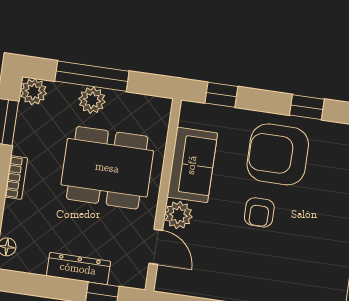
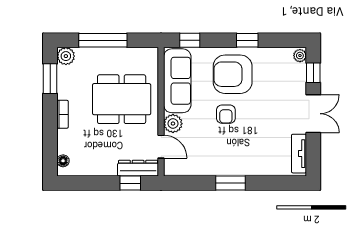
plant: (92, 100) -> (105, 56), removed
sofa: (192, 165) -> (177, 81), width x1.36
dresser: (78, 269) -> (138, 168), moved

